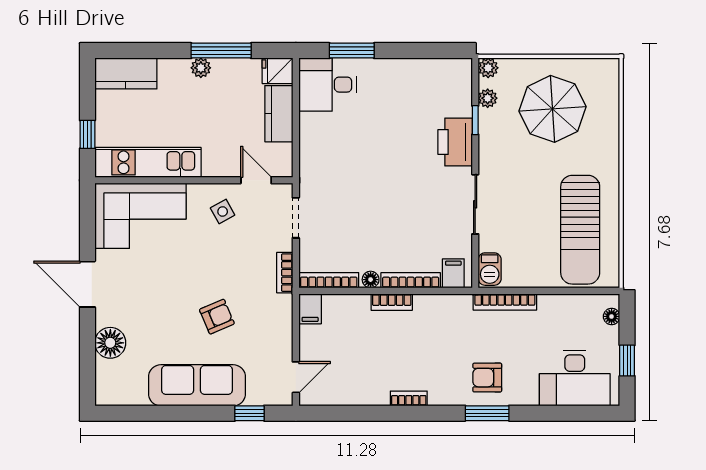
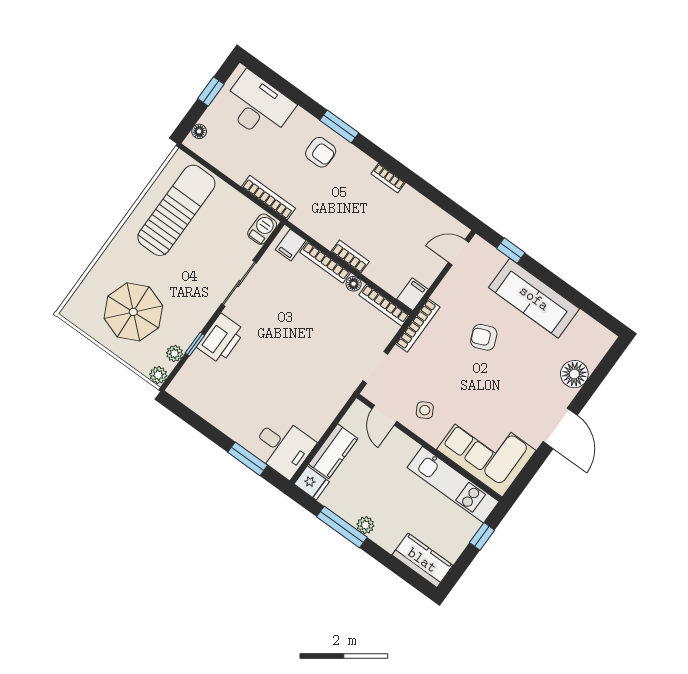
bookcase: (285, 273) -> (418, 325), width x1.56

